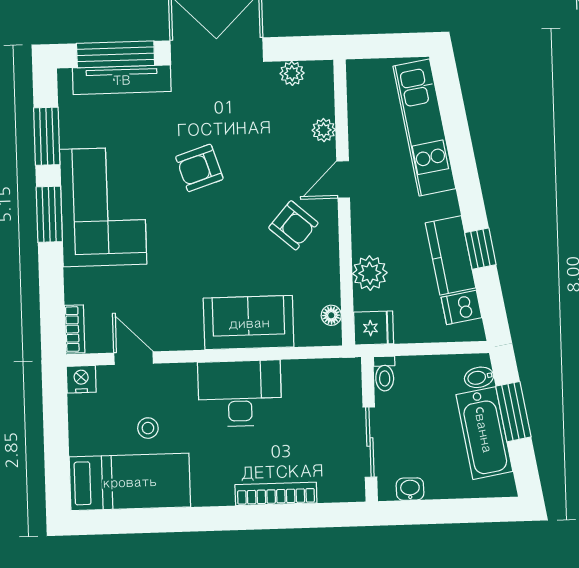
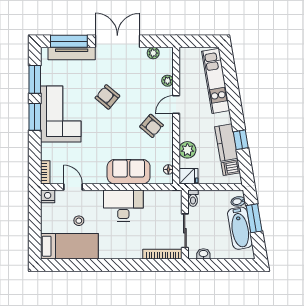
armchair: (199, 168) -> (107, 97), turned 58
bookcase: (276, 494) -> (162, 254), moved

